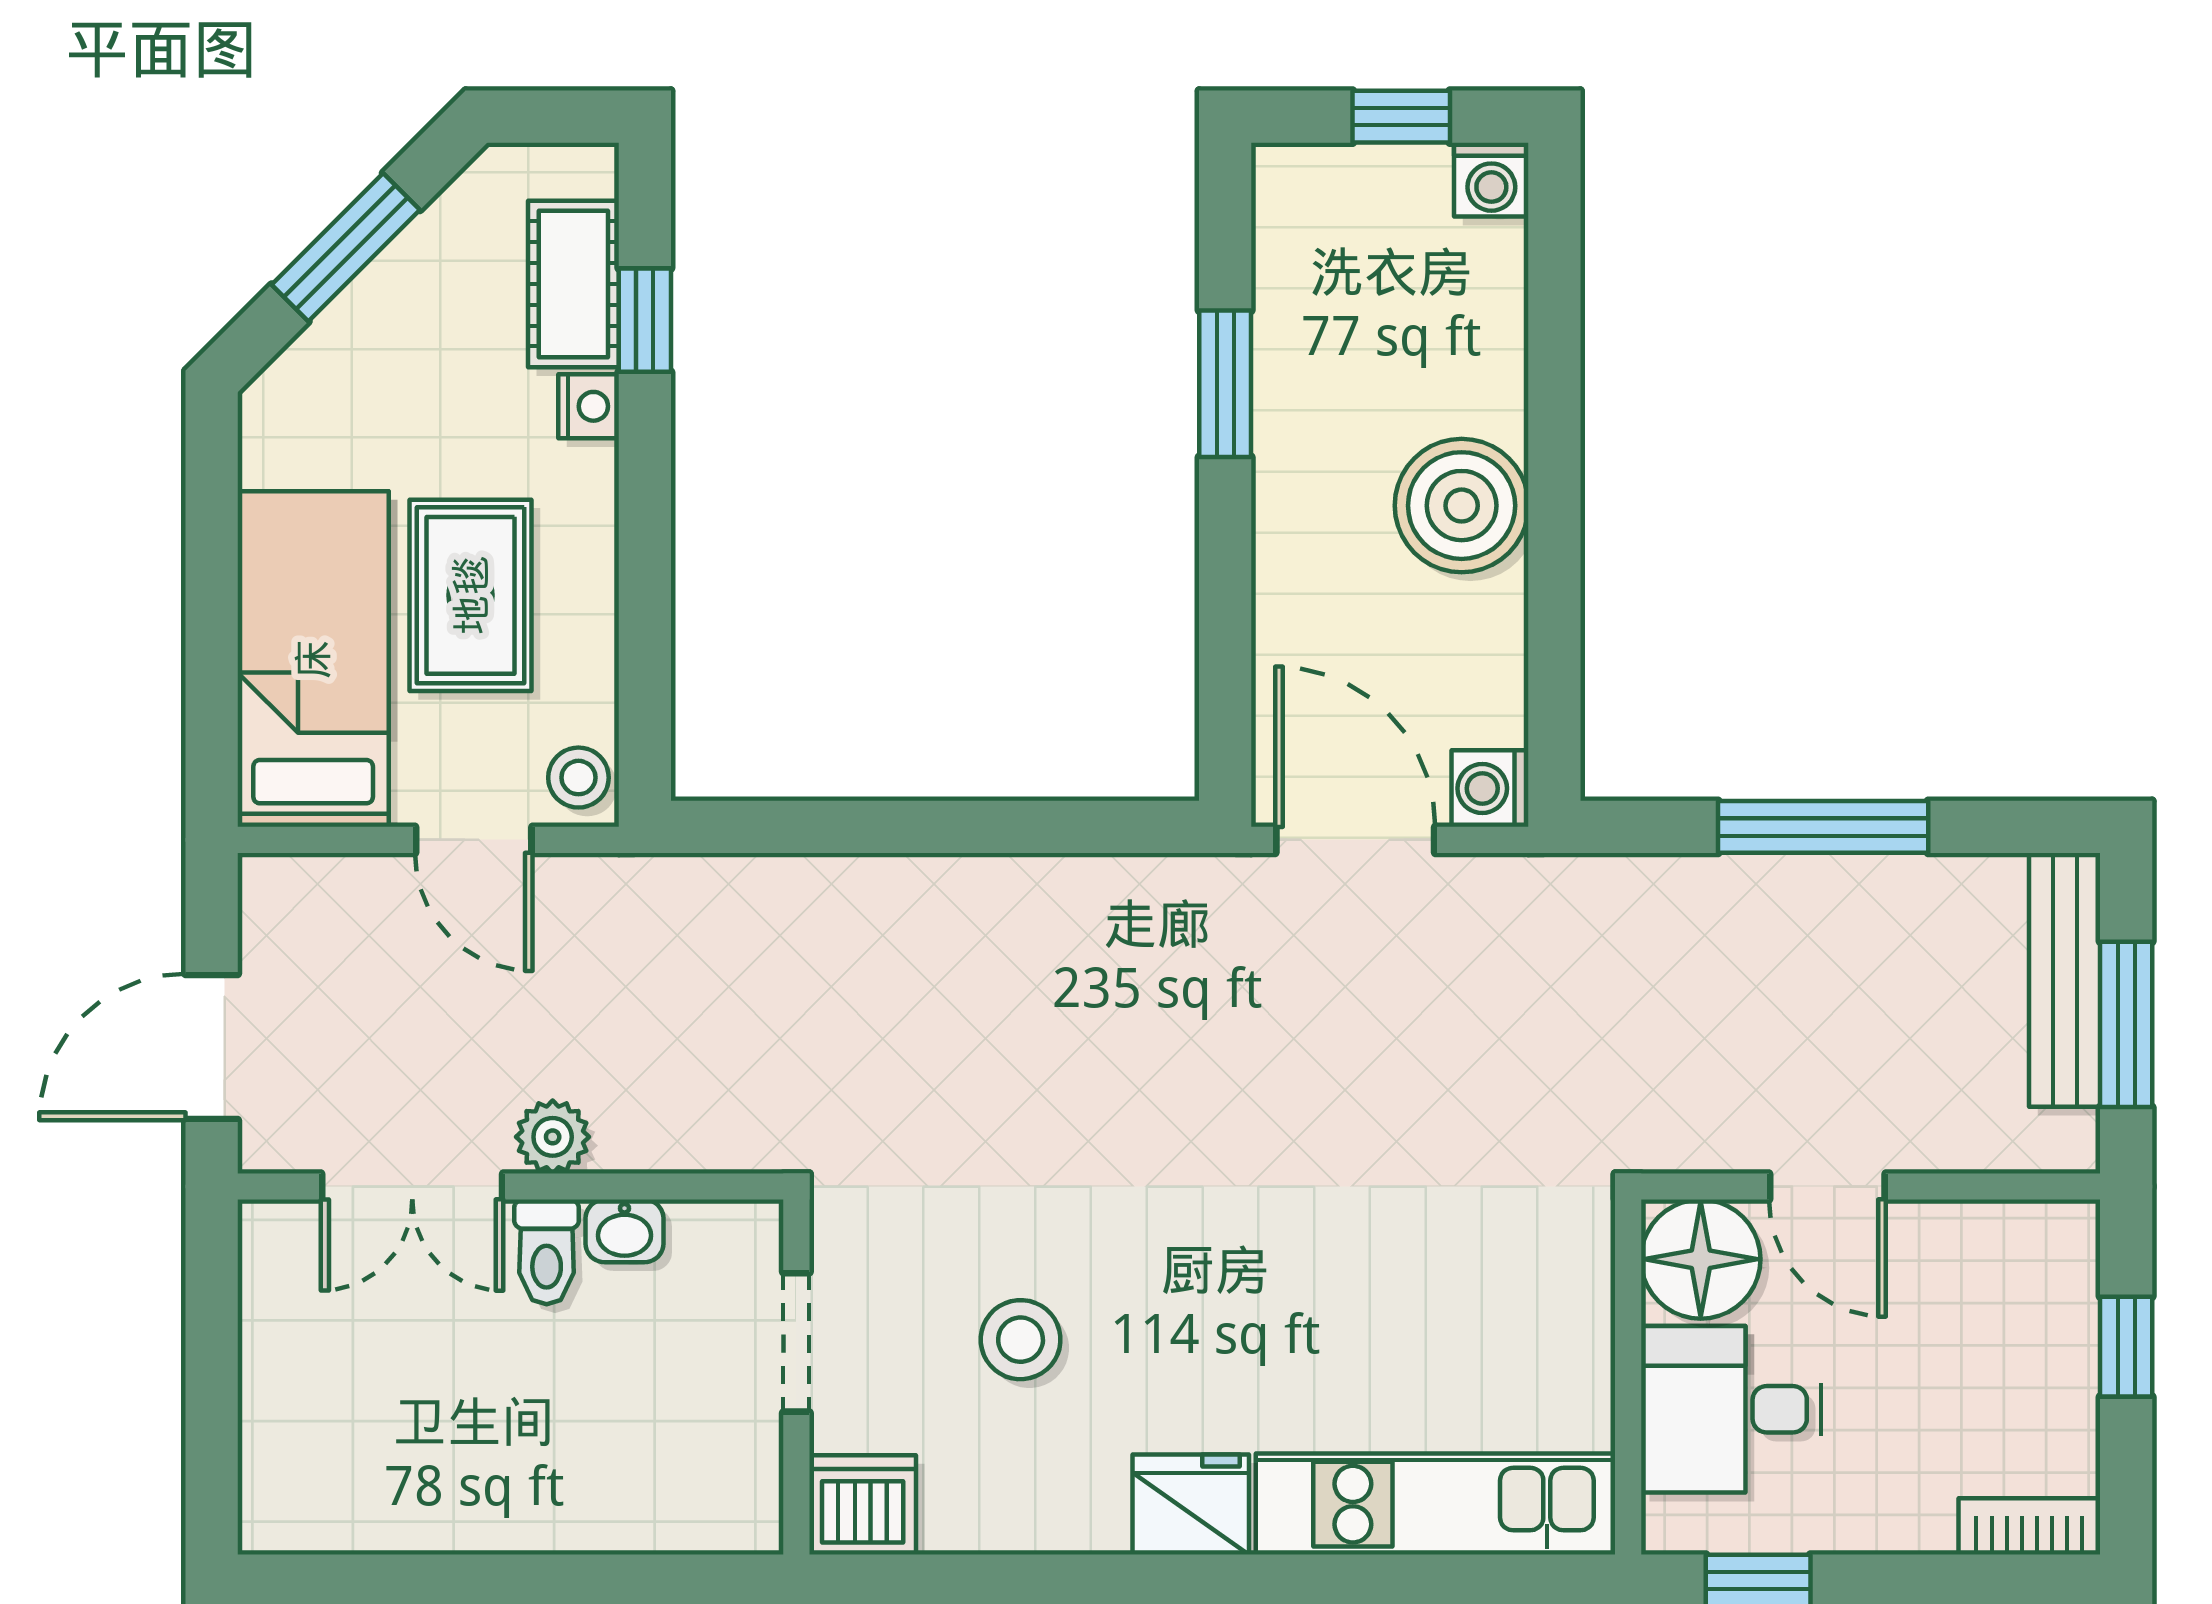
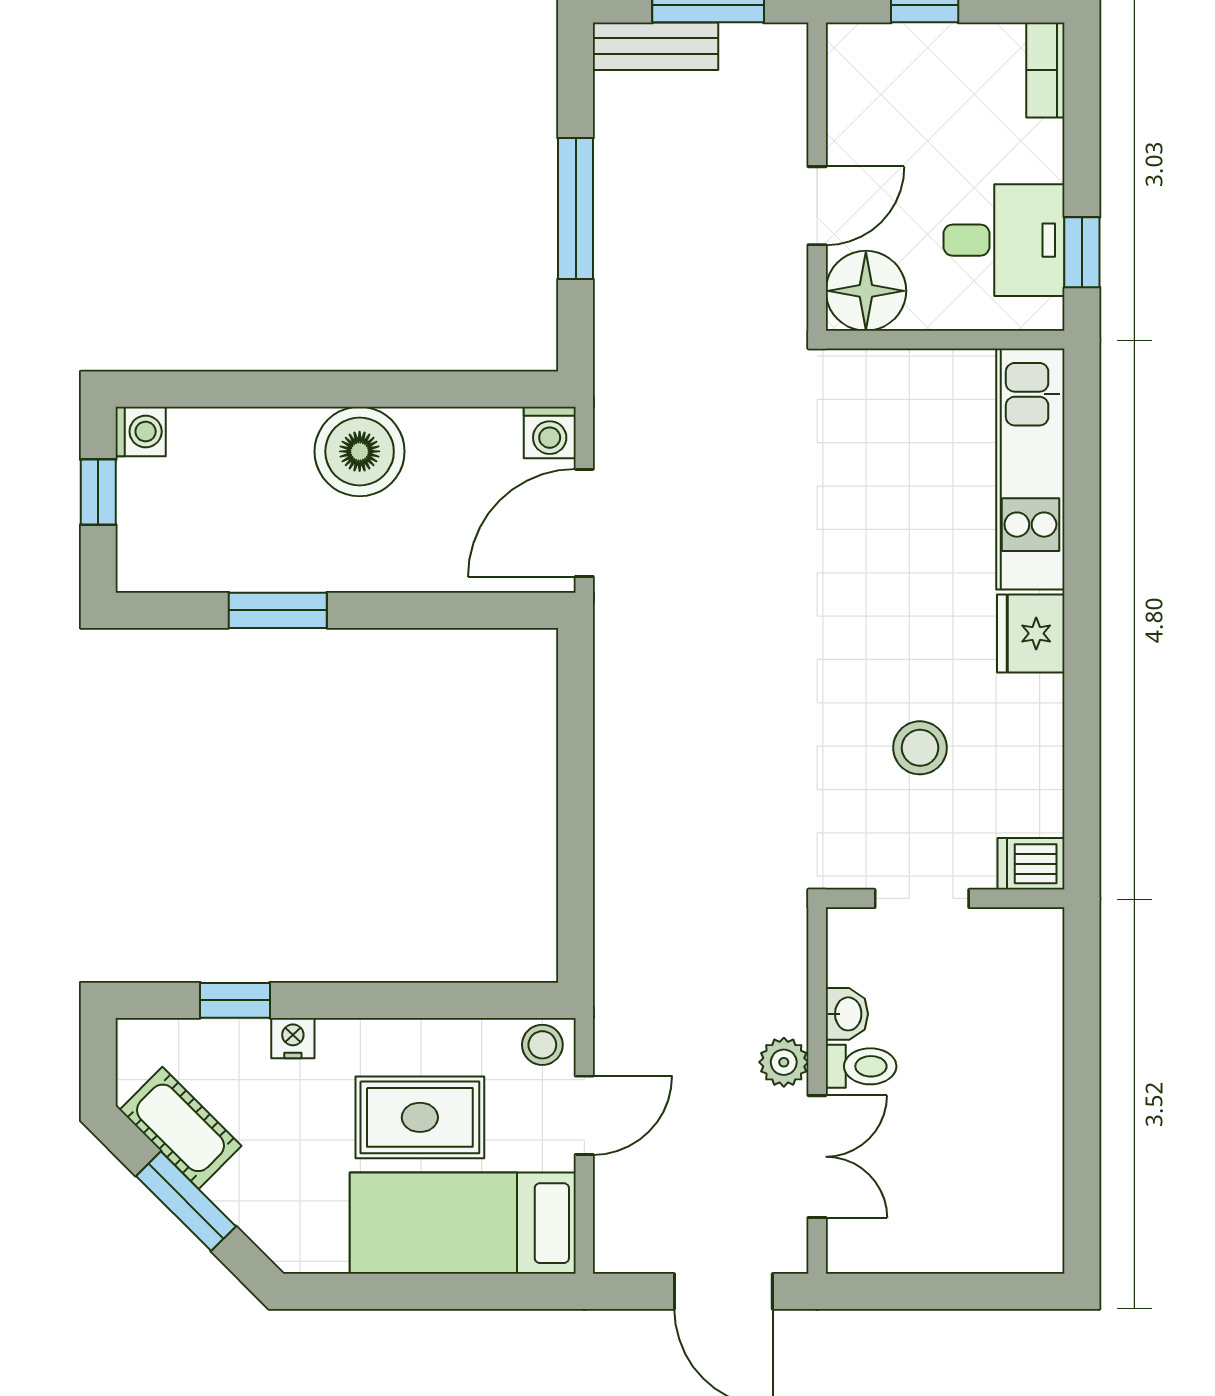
cot: (573, 284) -> (180, 1128), moved, turned 45
bench: (2065, 980) -> (656, 46), width x0.73
desk: (1731, 1409) -> (1004, 240), moved, turned -90
dishwasher: (863, 1505) -> (1031, 864), width x0.73

